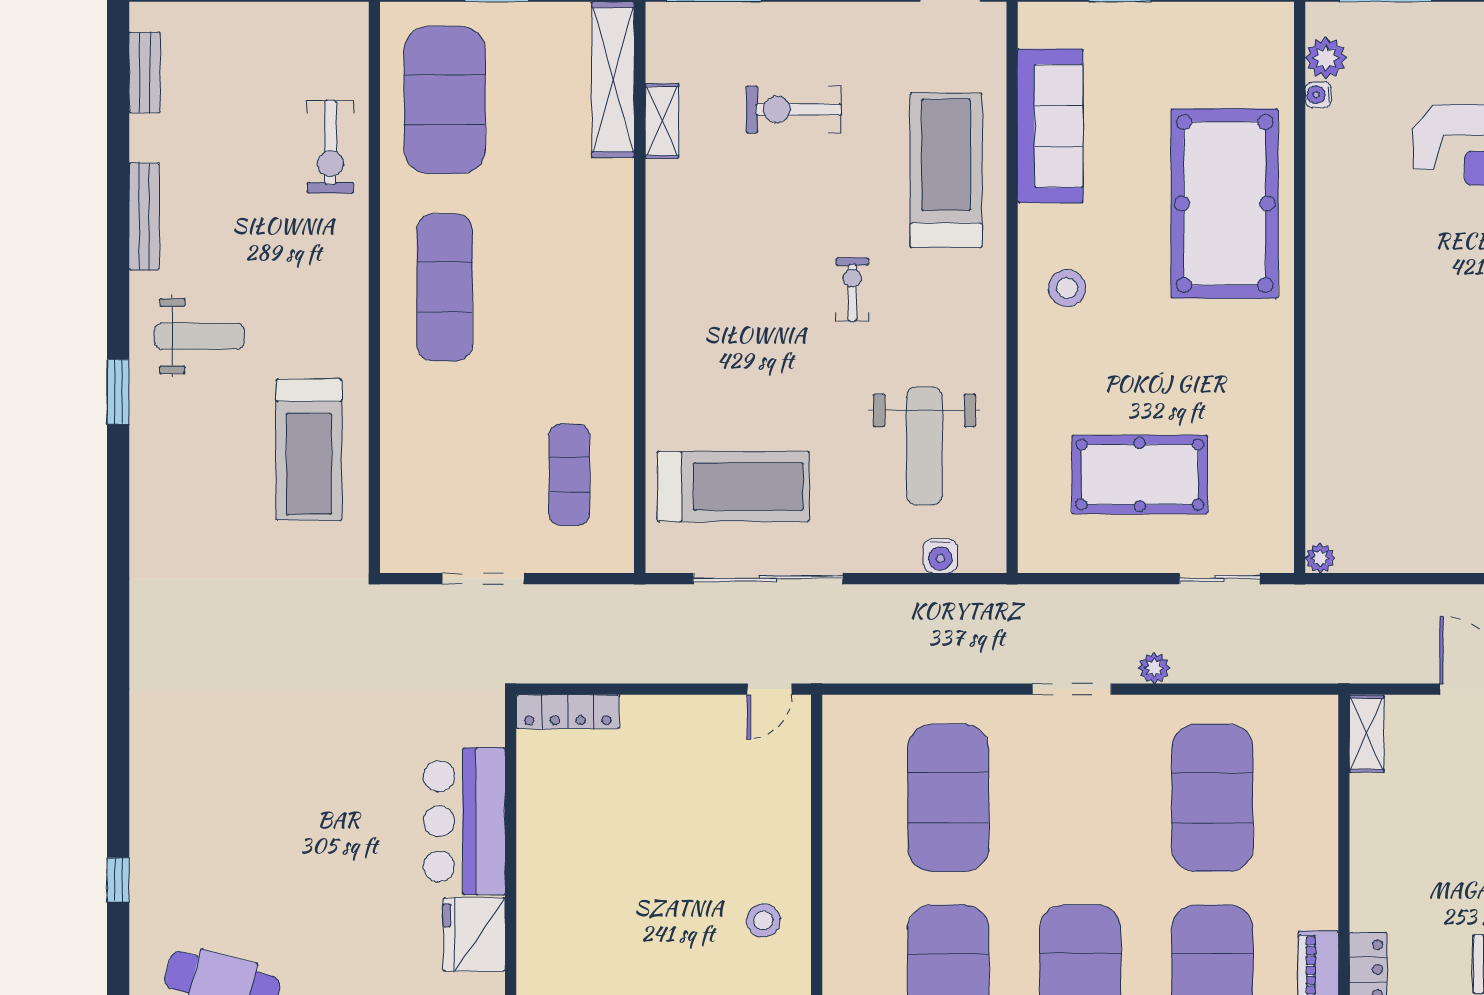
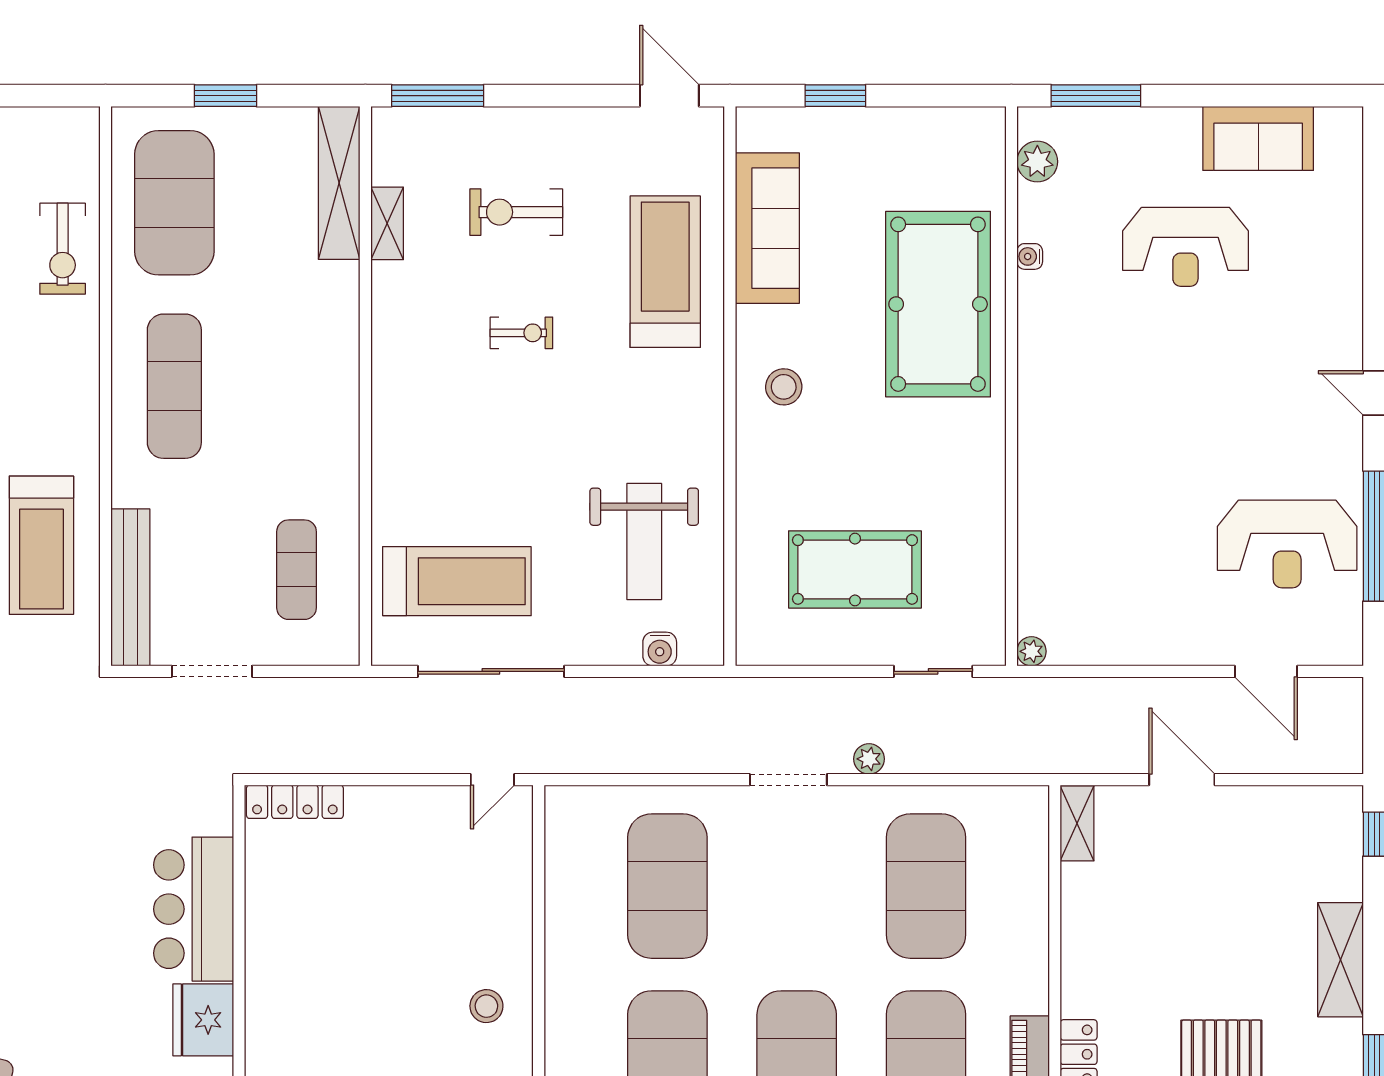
water cooler: (1318, 95) -> (1030, 256), moved
exercise bike: (852, 290) -> (521, 333), moved, turned 90
bench: (400, 493) -> (130, 587), added

